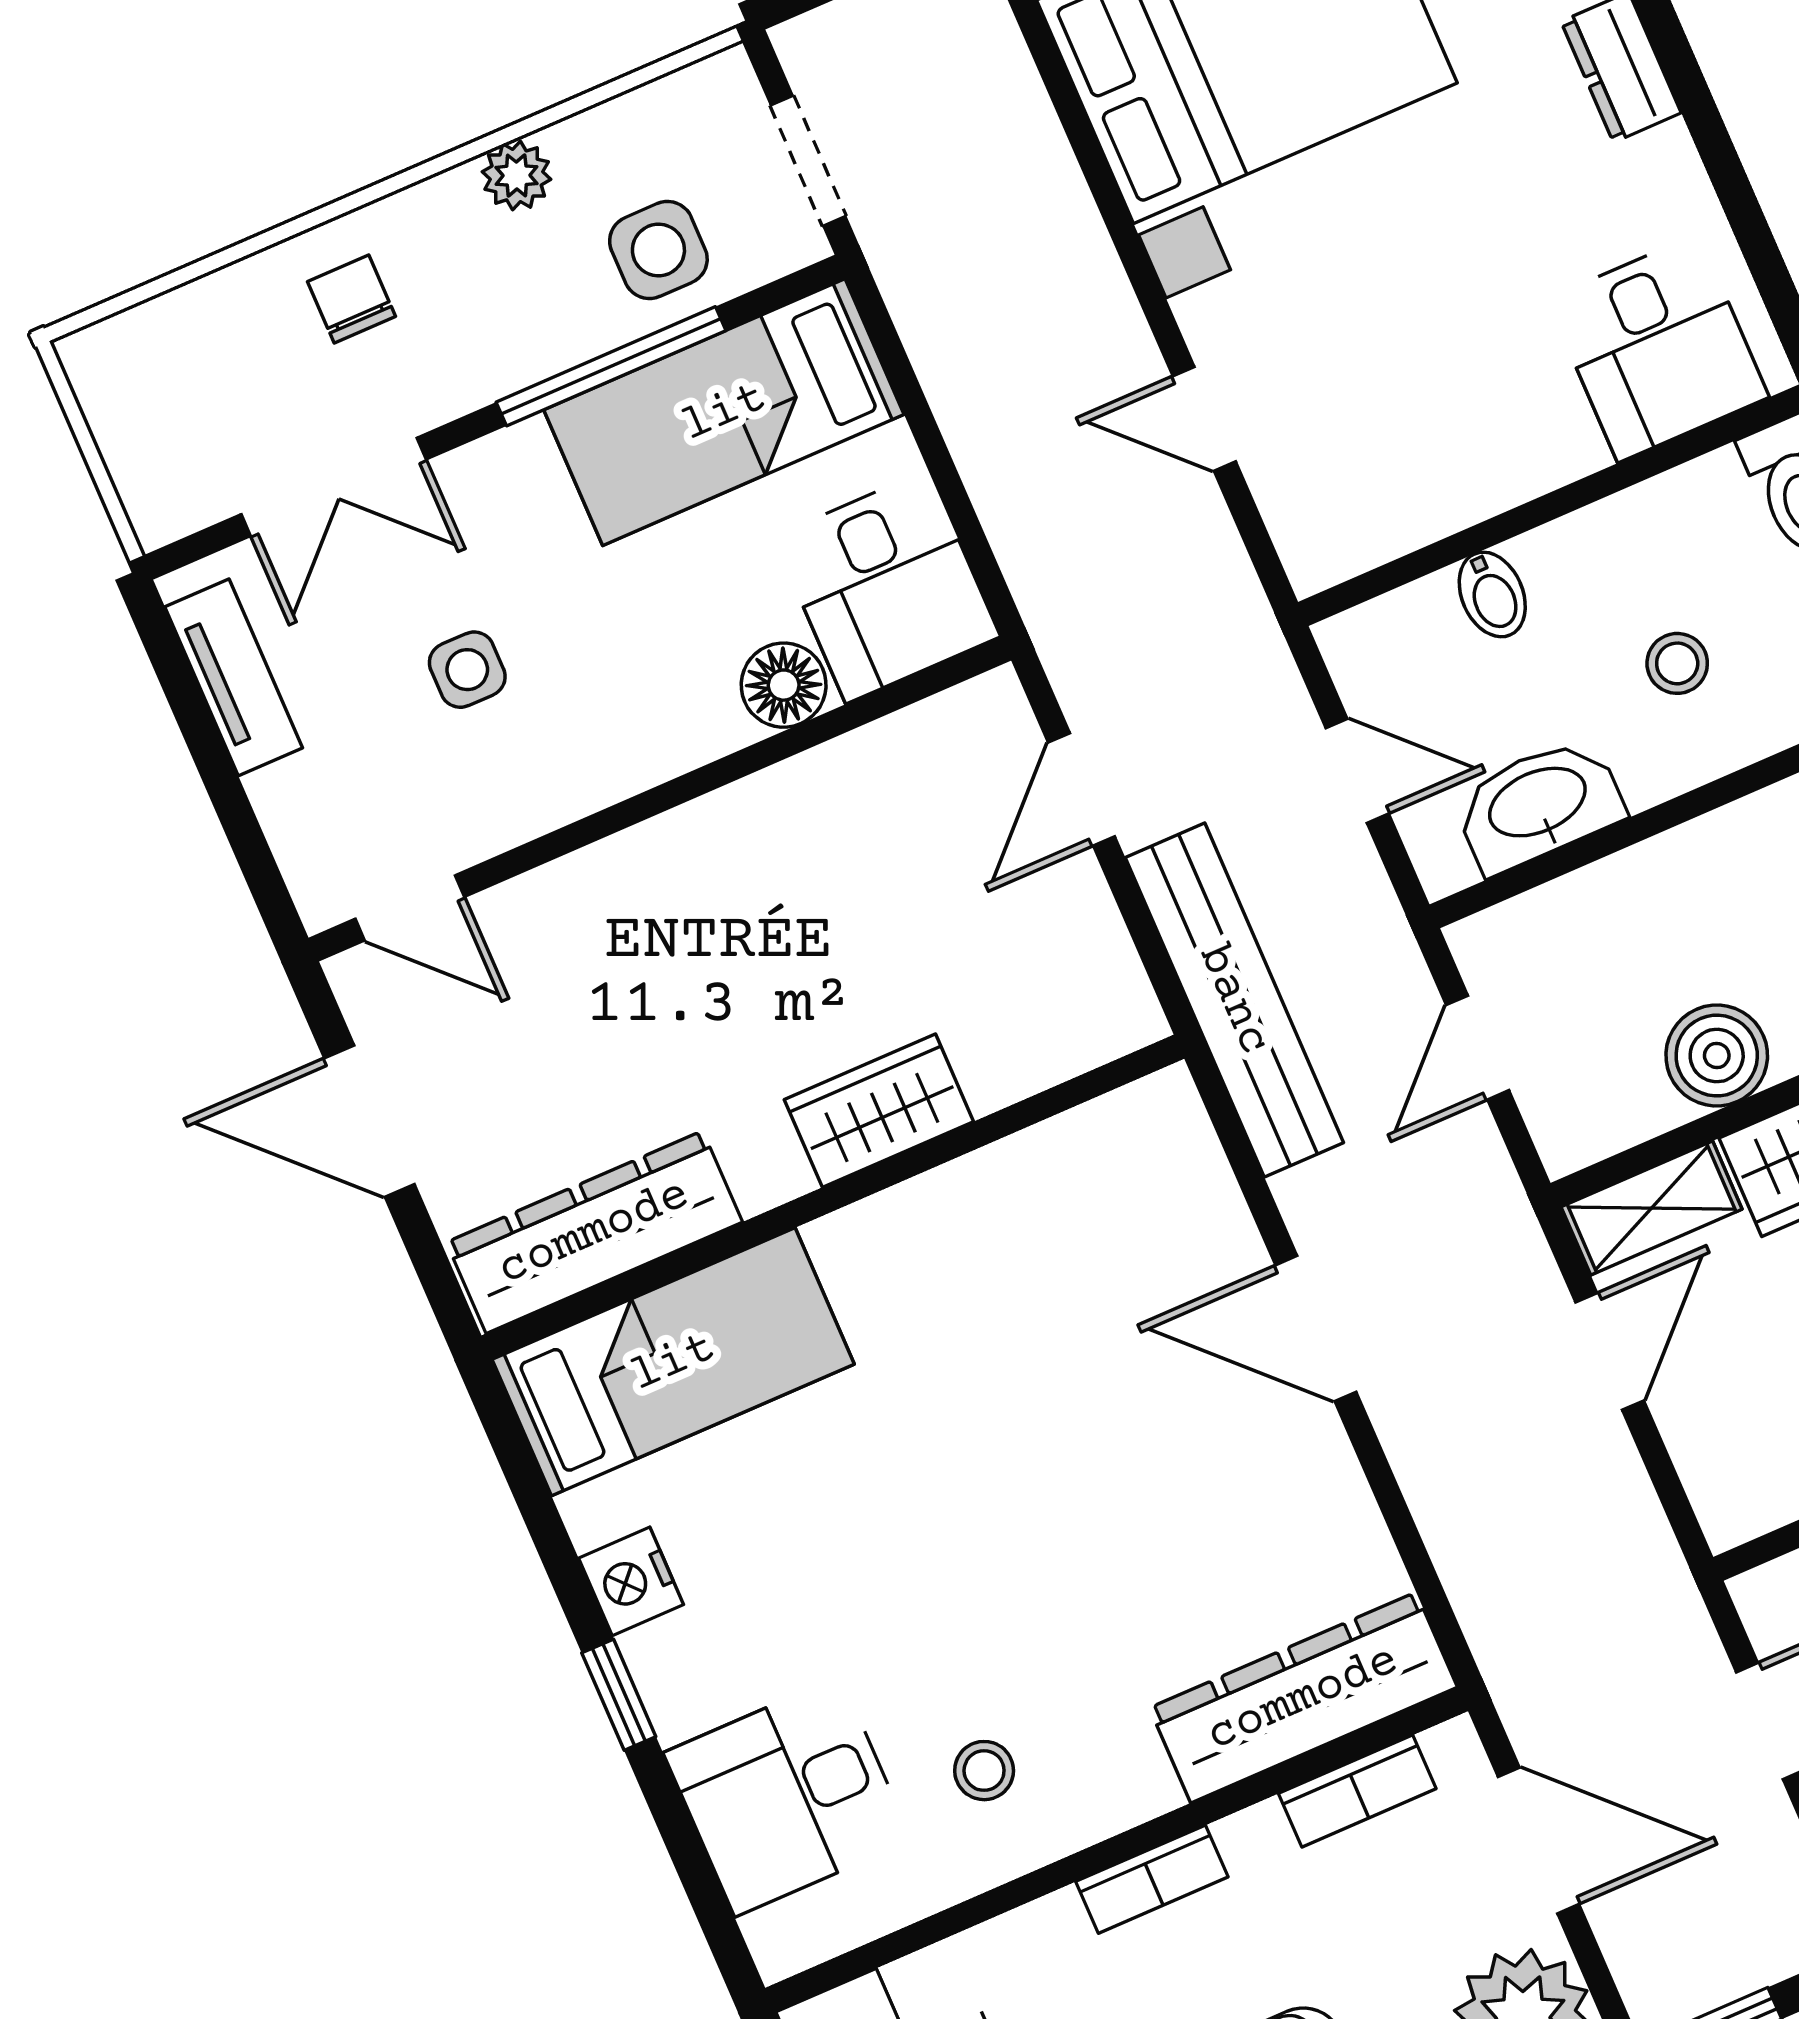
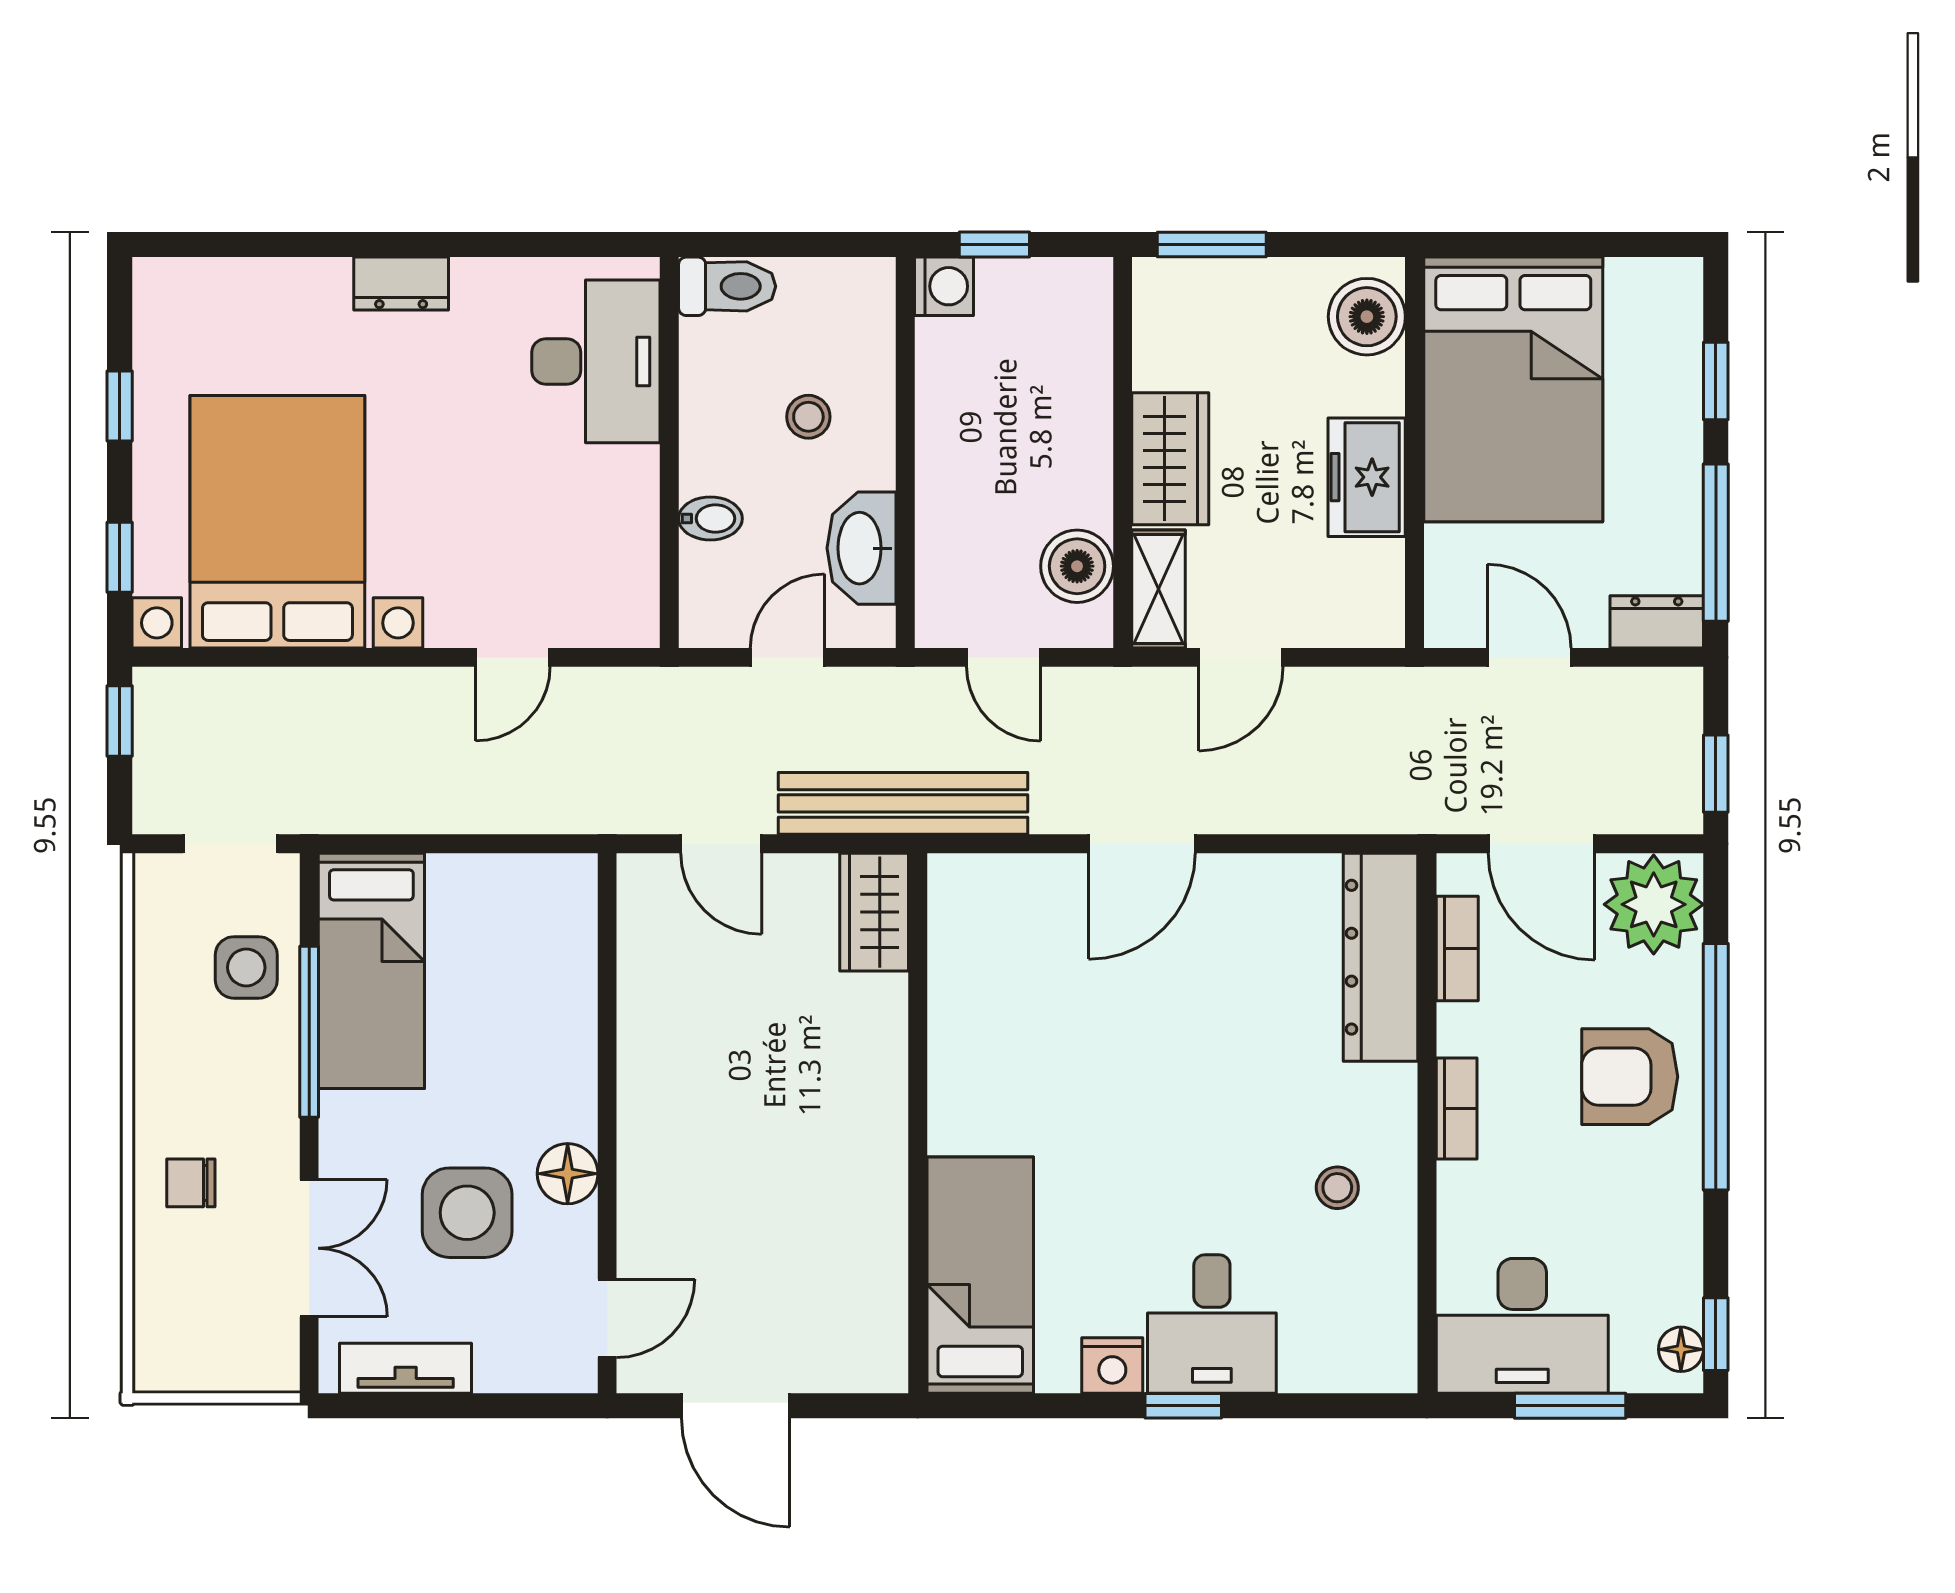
plant: (517, 175) -> (157, 1039), removed
desk: (1658, 348) -> (596, 361), width x1.37
desk: (887, 587) -> (533, 914), removed
side table: (467, 670) -> (467, 1213), width x1.87, depth x1.87
floor lamp: (784, 685) -> (568, 1174), moved
boiler: (1717, 1056) -> (1077, 566), moved
wardrobe: (879, 1111) -> (874, 912), moved
door: (369, 1121) -> (736, 1406), hinge flipped
dresser: (594, 1232) -> (873, 1290), removed
door: (1610, 1351) -> (1241, 657), swing flipped
desk: (788, 1796) -> (1212, 1324), moved
door: (1538, 1840) -> (1541, 844), swing flipped

